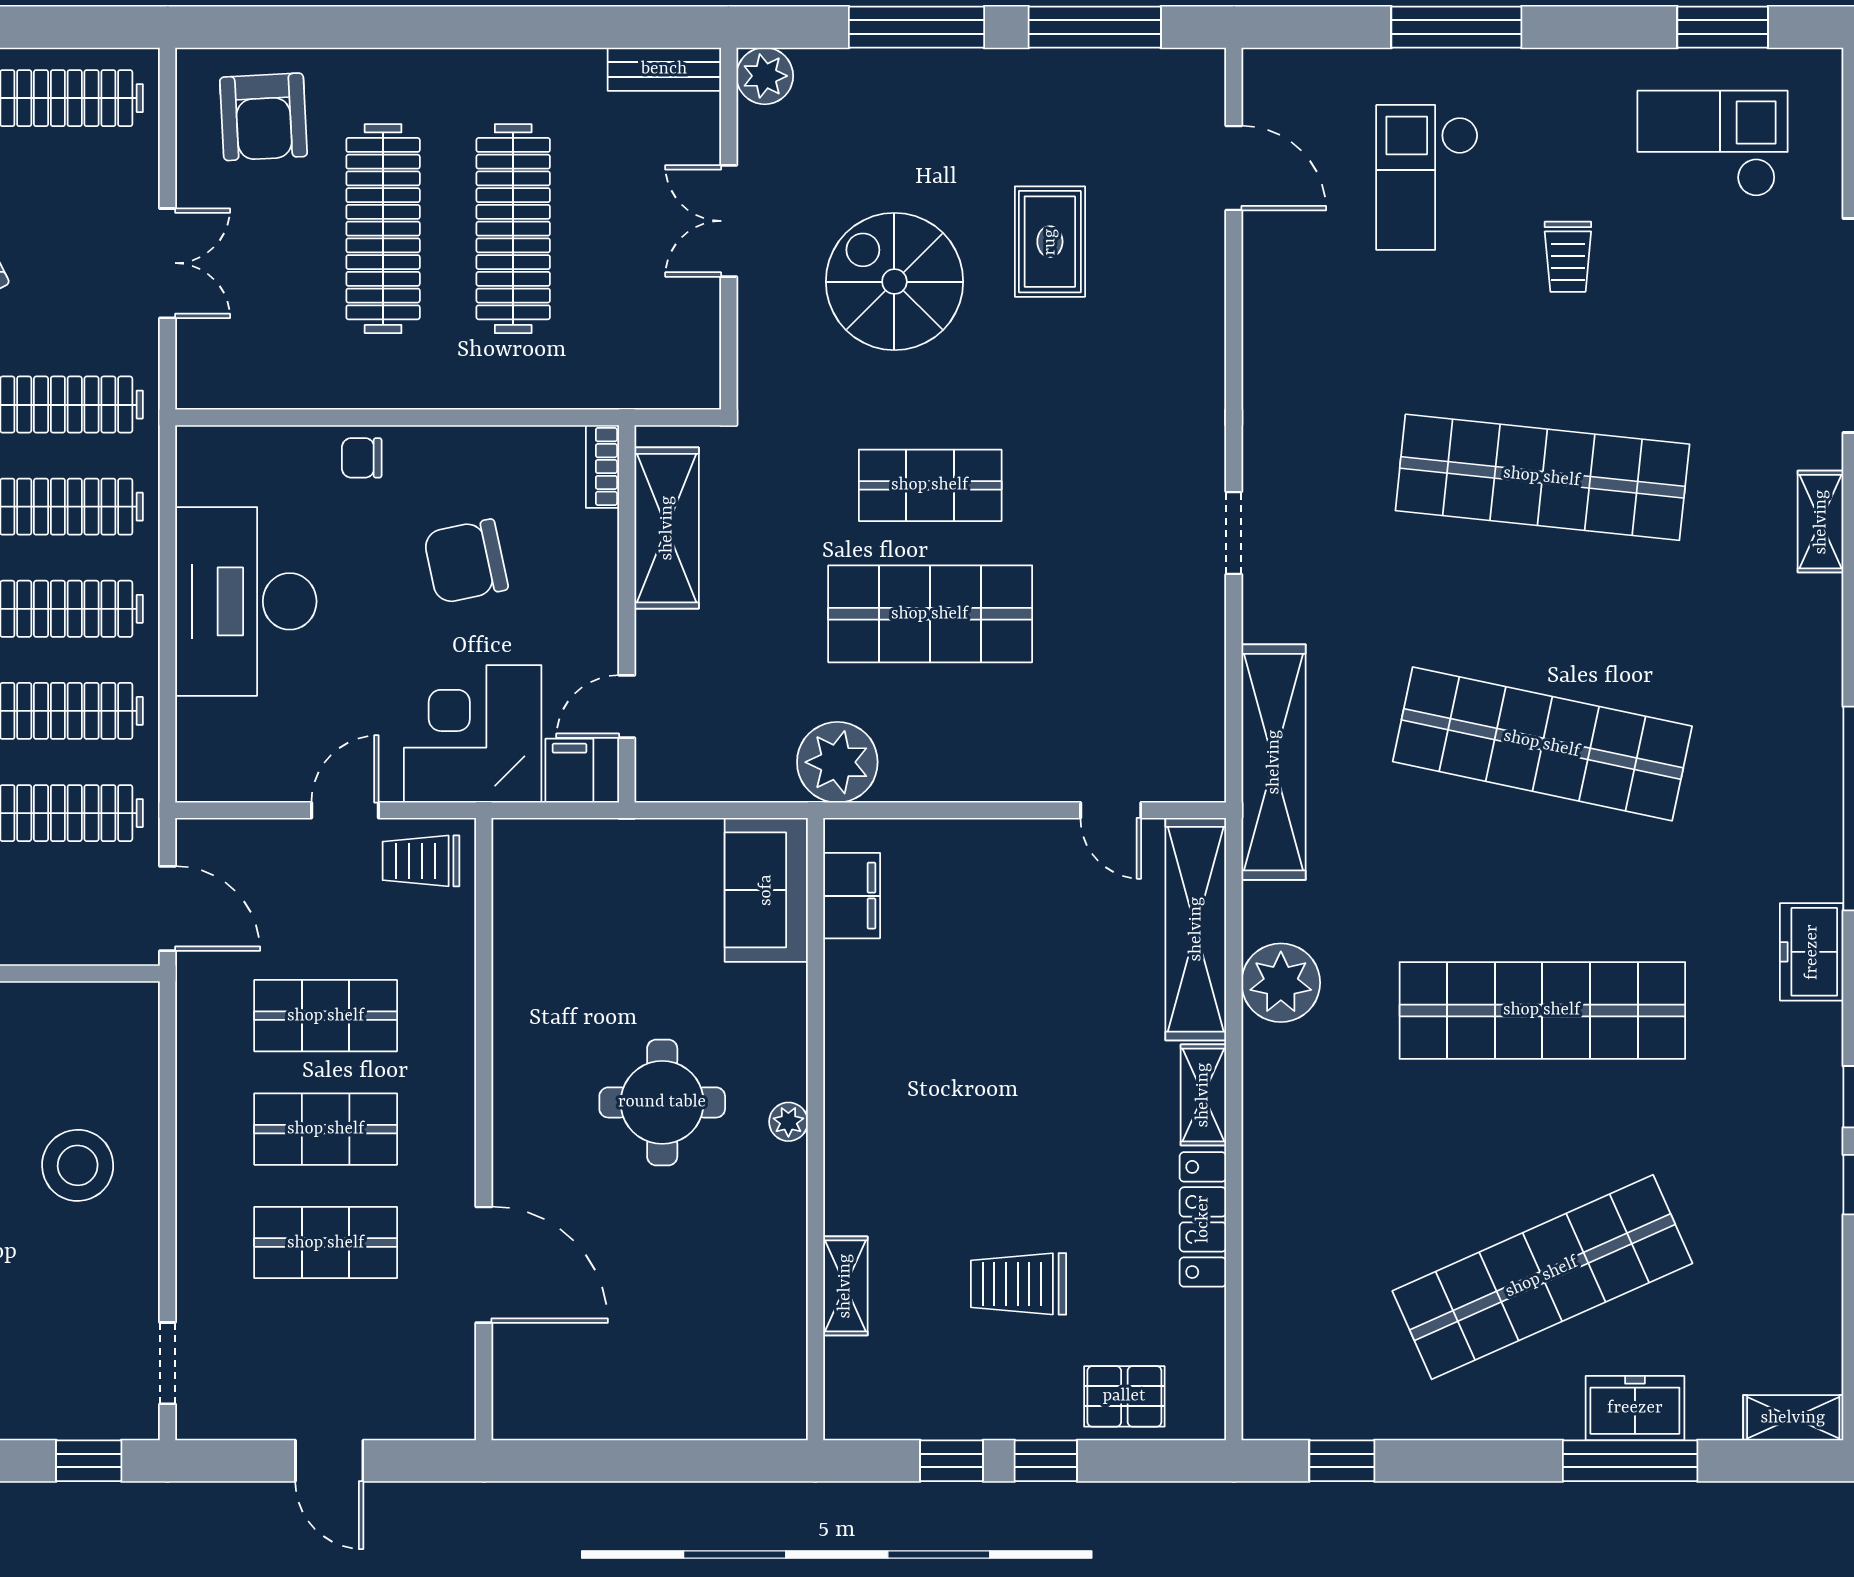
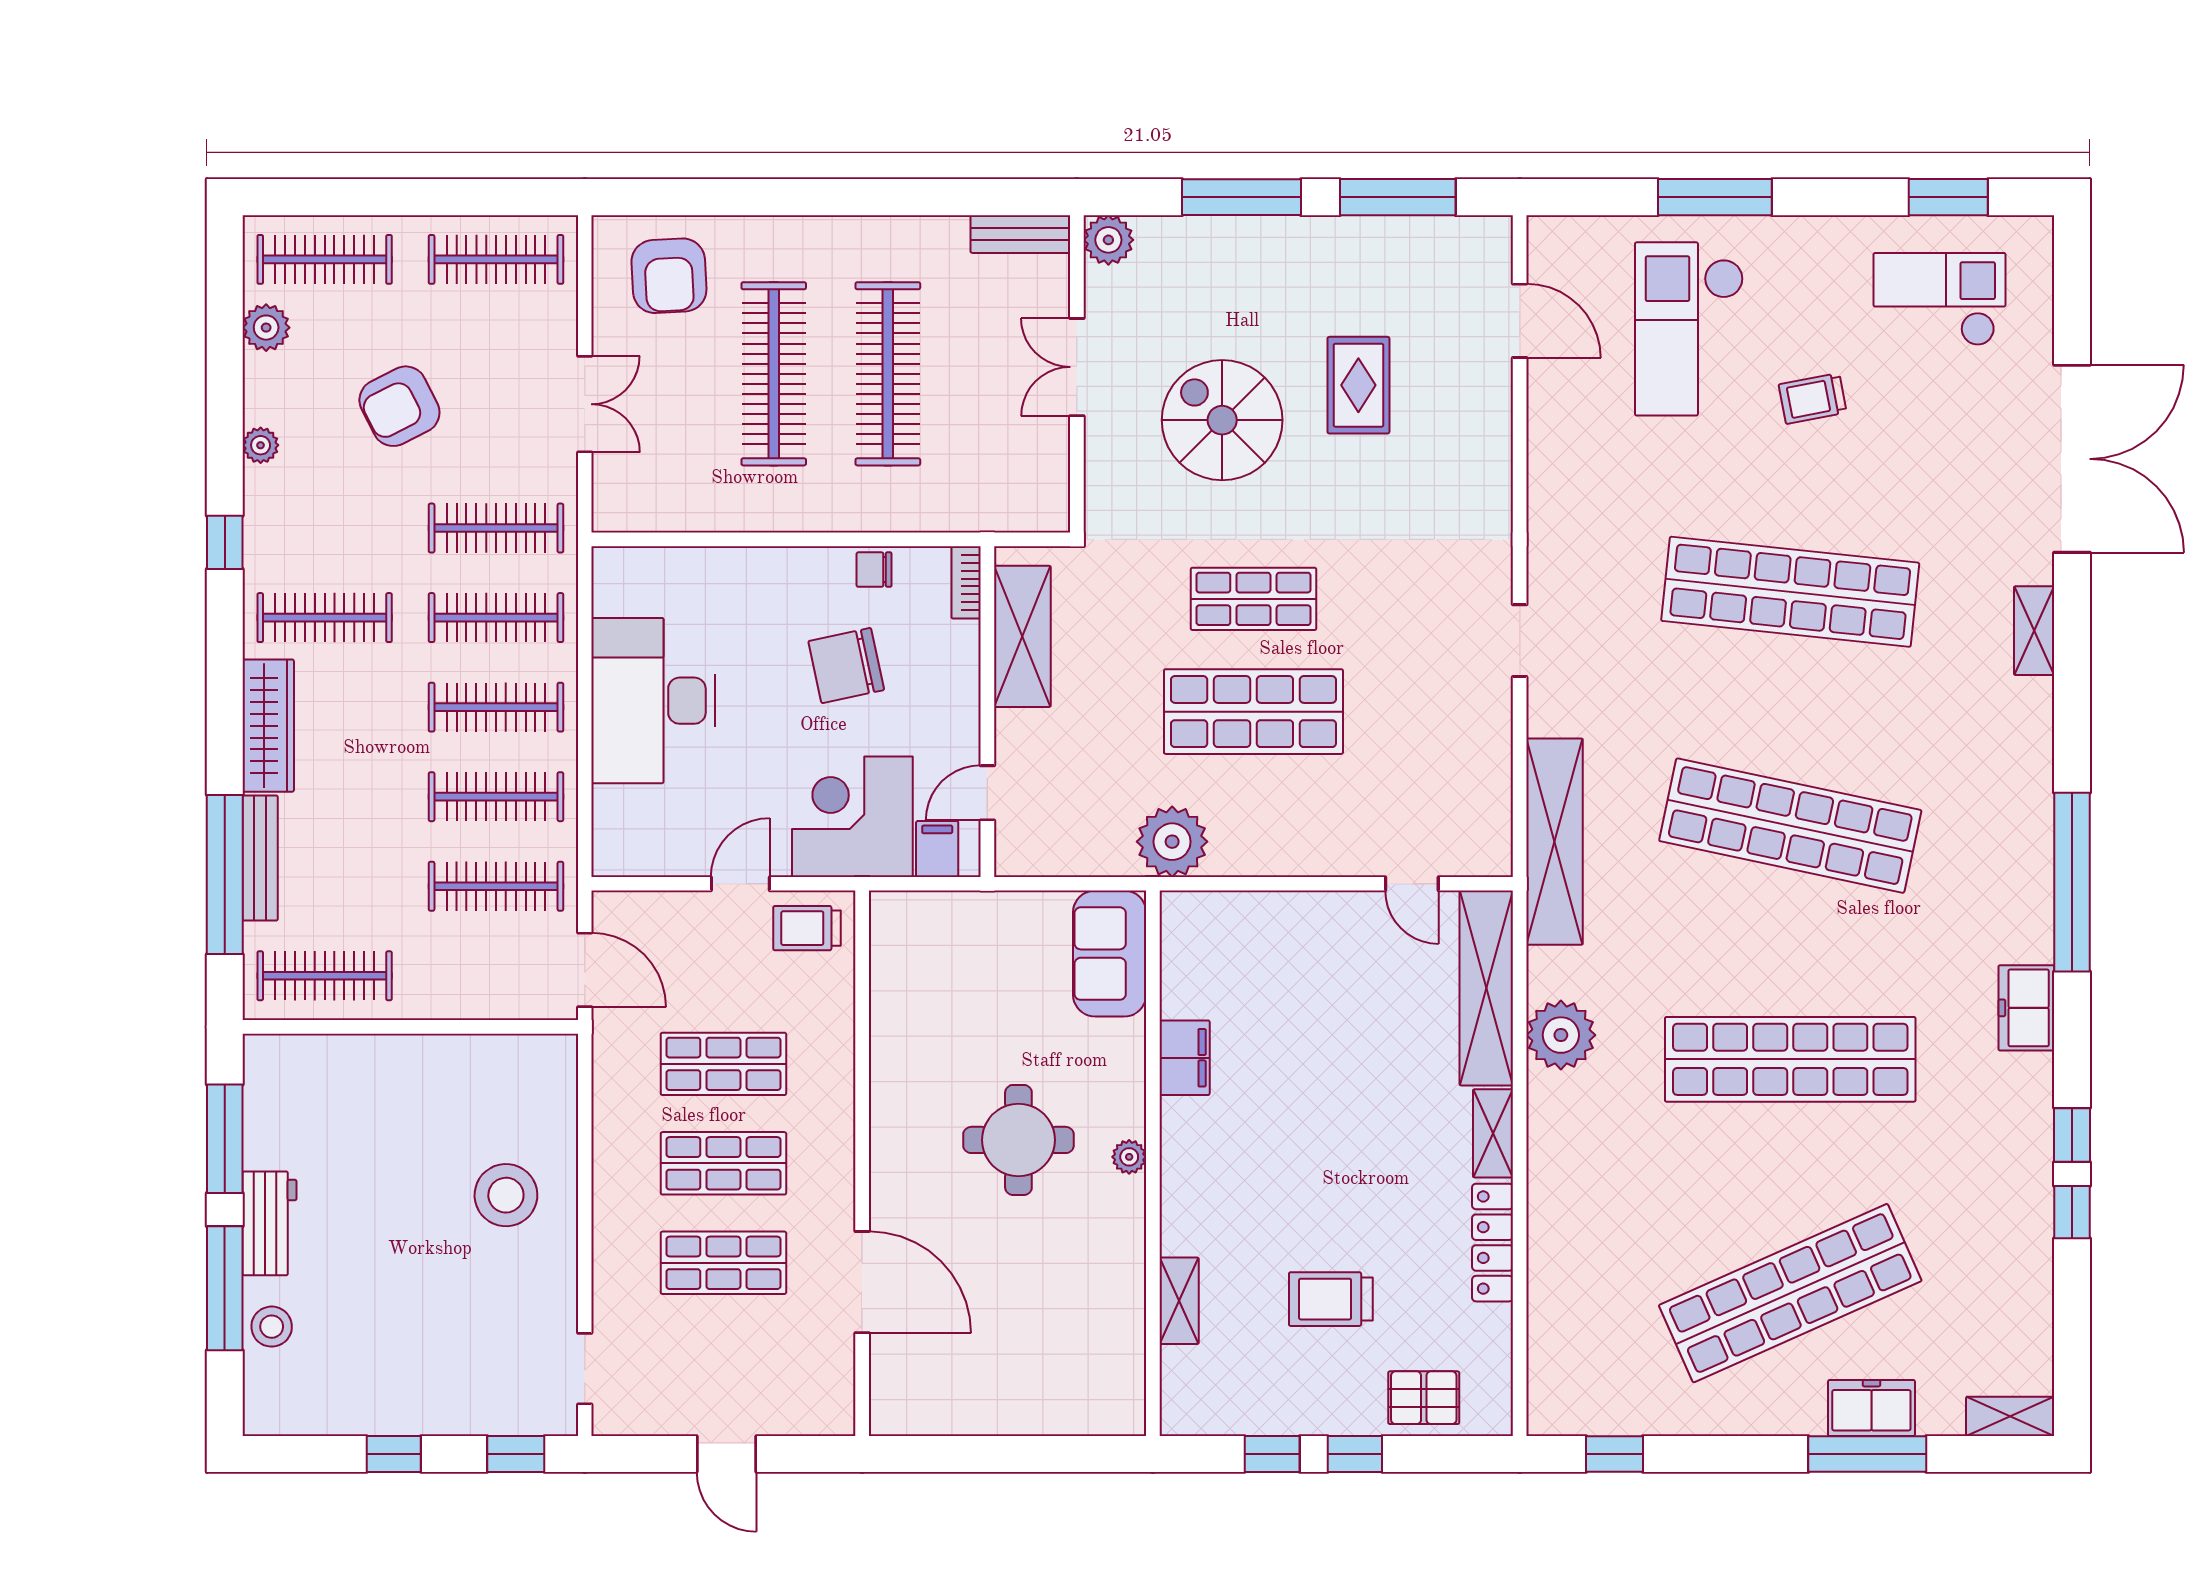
checkout: (1427, 177) -> (1689, 329), width x1.36, depth x1.21
trolley: (1568, 257) -> (1813, 398), turned 79
chair: (362, 458) -> (874, 570), moved
filing cabinet: (852, 896) -> (1185, 1058), moved

